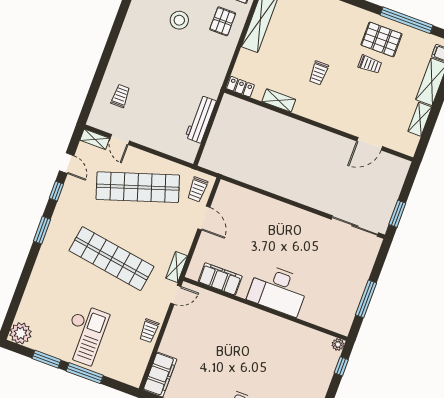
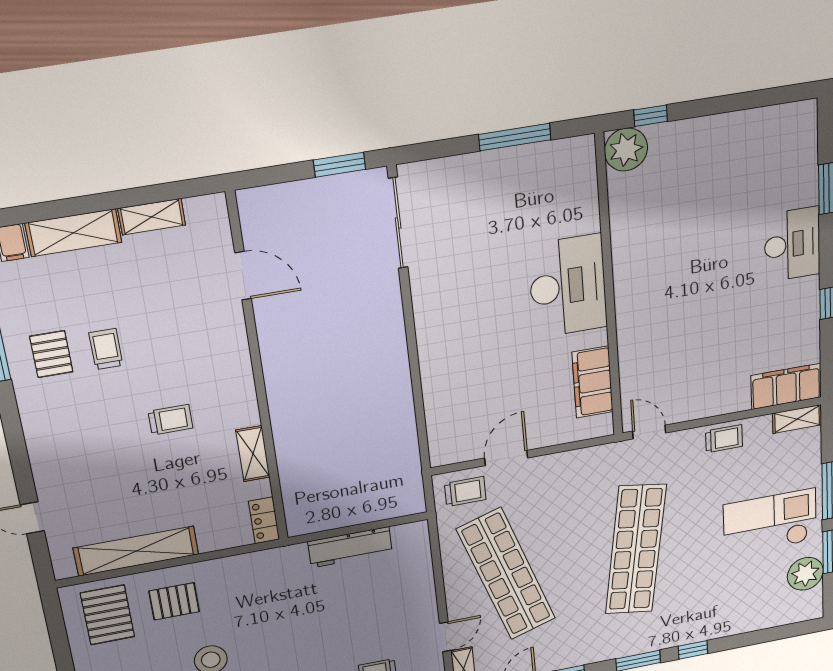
pallet: (381, 39) -> (51, 354), width x0.67, depth x0.71
window: (30, 262) -> (693, 650), added
shelving: (177, 267) -> (797, 419), moved
plant: (21, 333) -> (805, 574), moved
plant: (338, 345) -> (626, 150), width x1.87, depth x1.87

